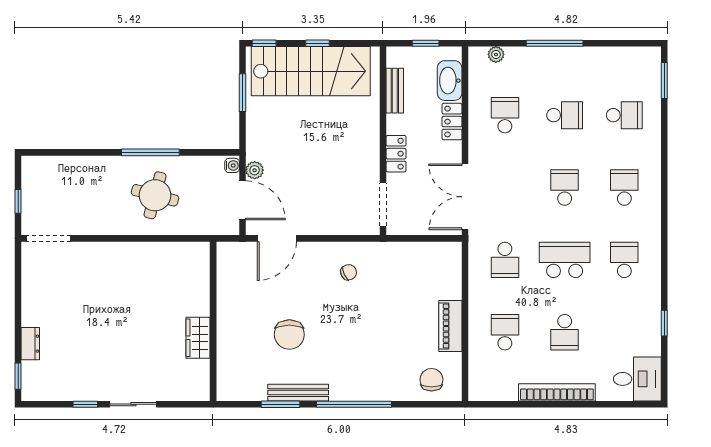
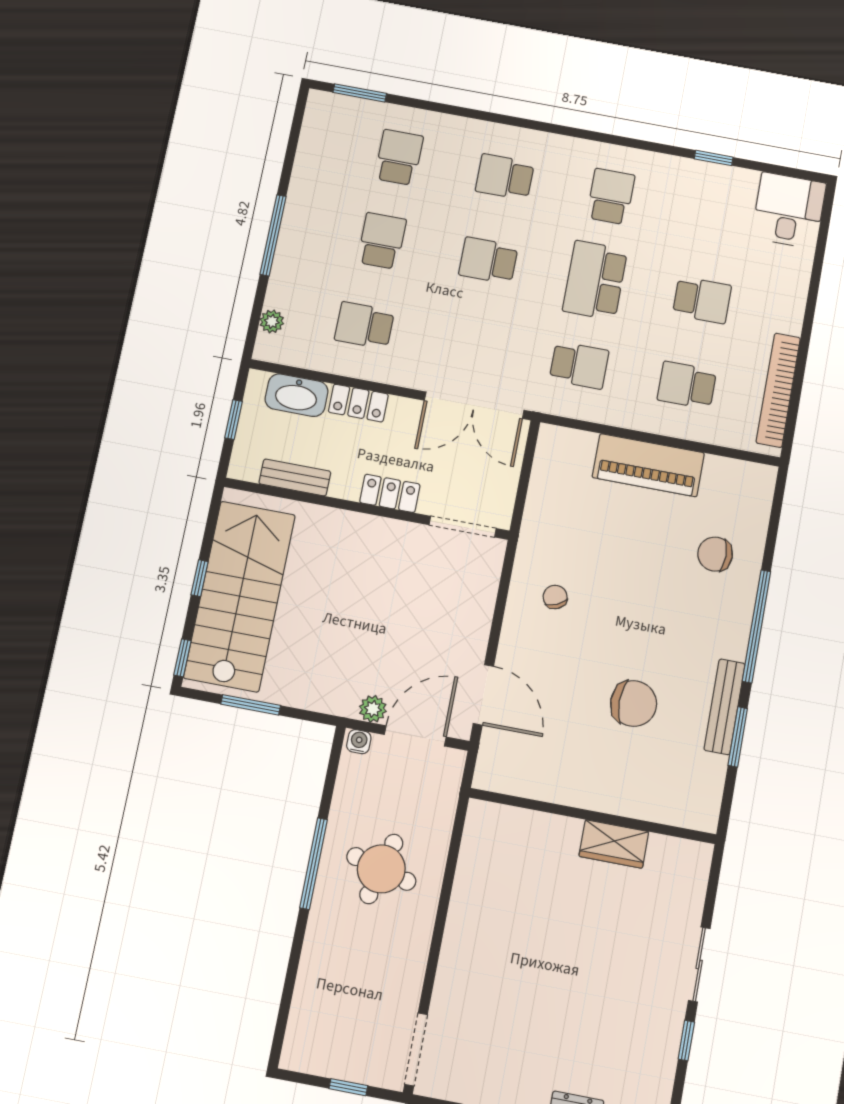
school desk: (624, 260) -> (611, 196), turned 90
piano: (450, 326) -> (648, 465), width x1.37, depth x1.33
chair: (431, 380) -> (715, 554), moved
bookcase: (557, 392) -> (778, 390), moved

